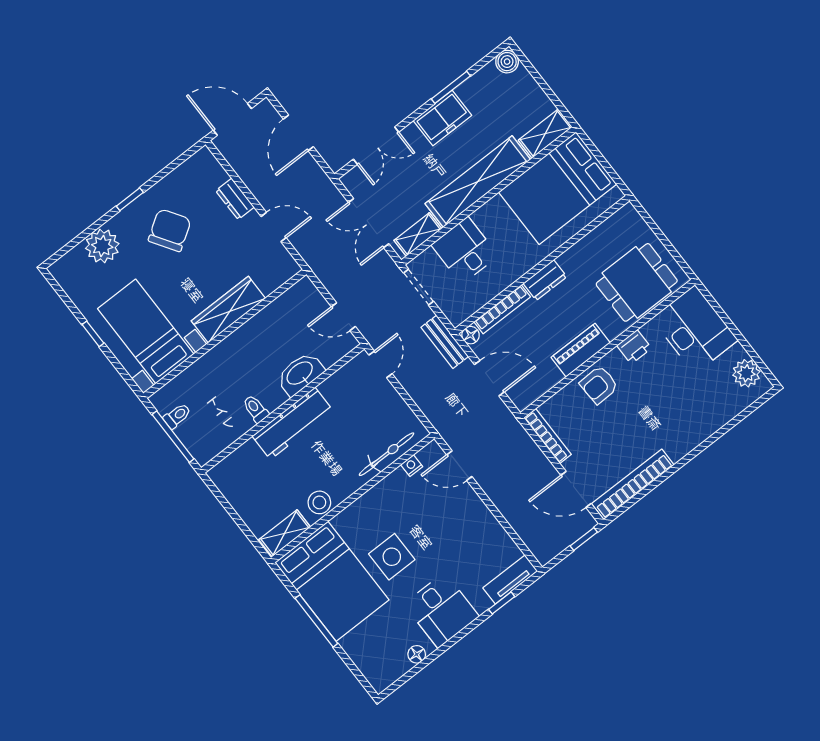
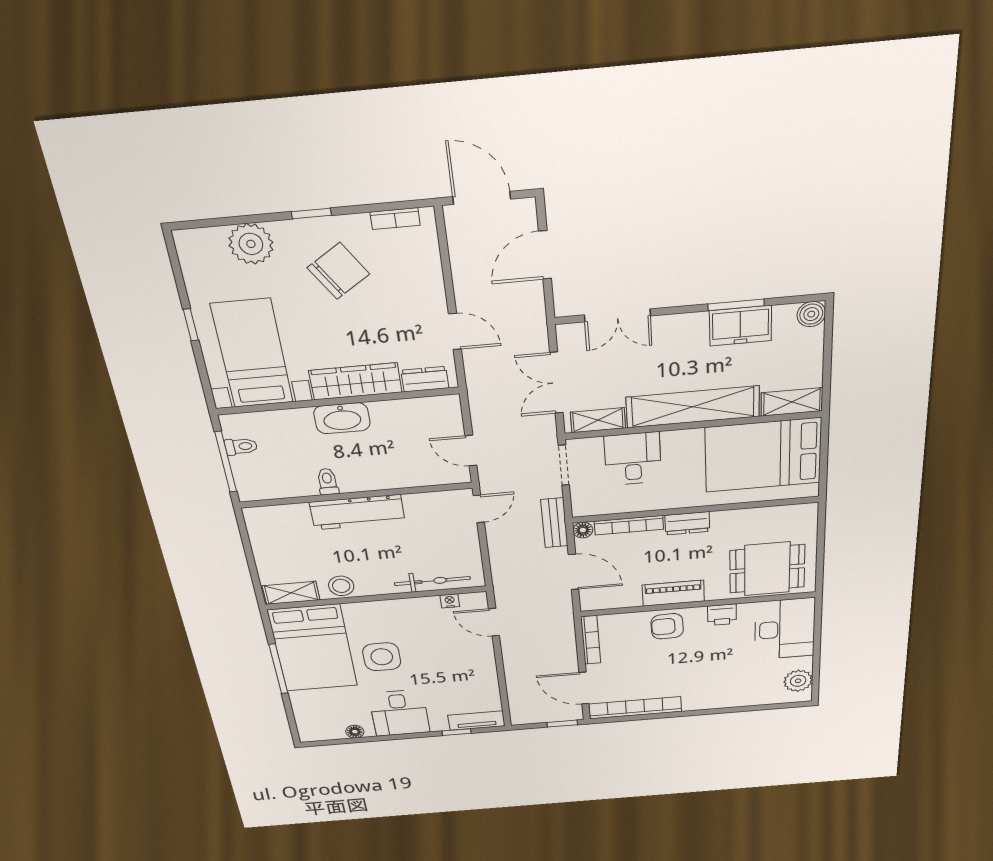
freezer: (442, 118) -> (740, 326), moved
bookcase: (185, 169) -> (395, 219), added
dresser: (235, 199) -> (425, 379), moved, turned 90
washbasin: (300, 374) -> (342, 418), moved, turned 180

